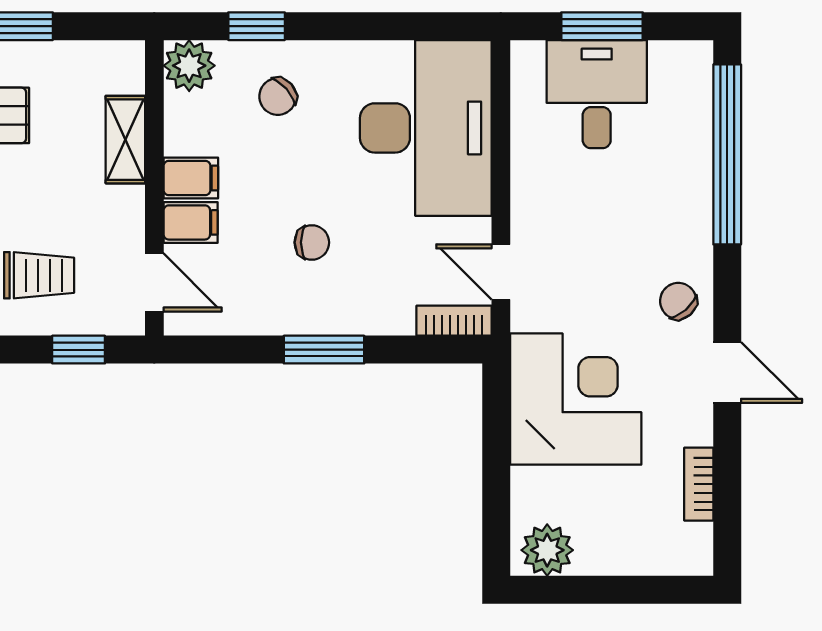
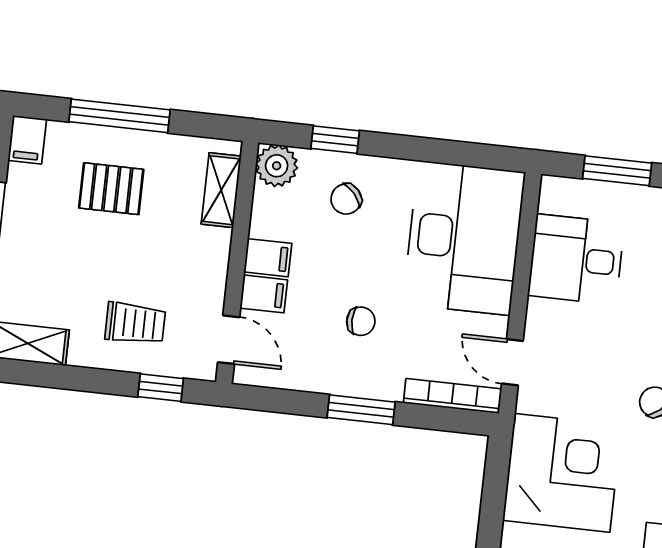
desk: (597, 94) -> (576, 259), moved, turned -90
shelving: (125, 140) -> (221, 190), moved
bookcase: (454, 321) -> (453, 396), width x1.56

